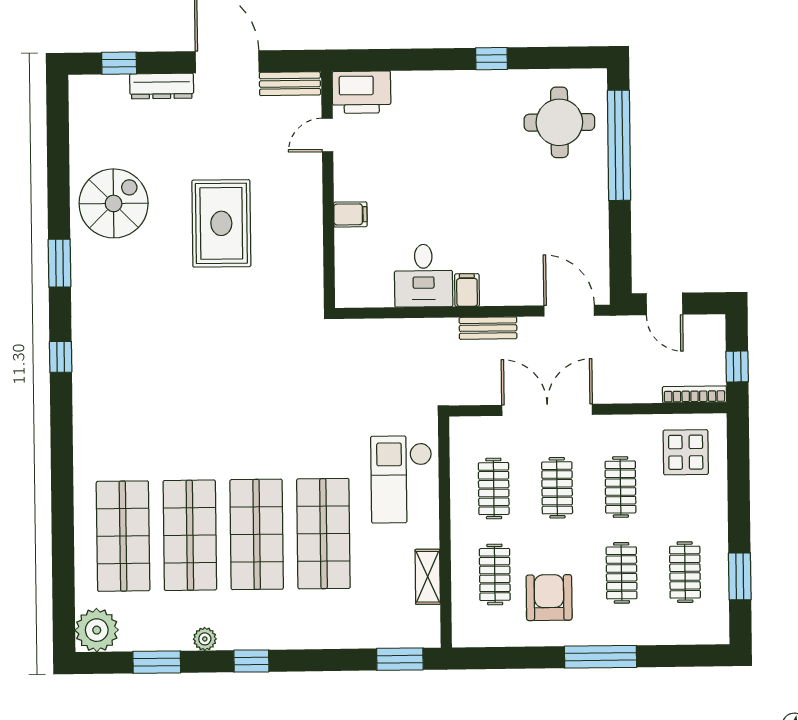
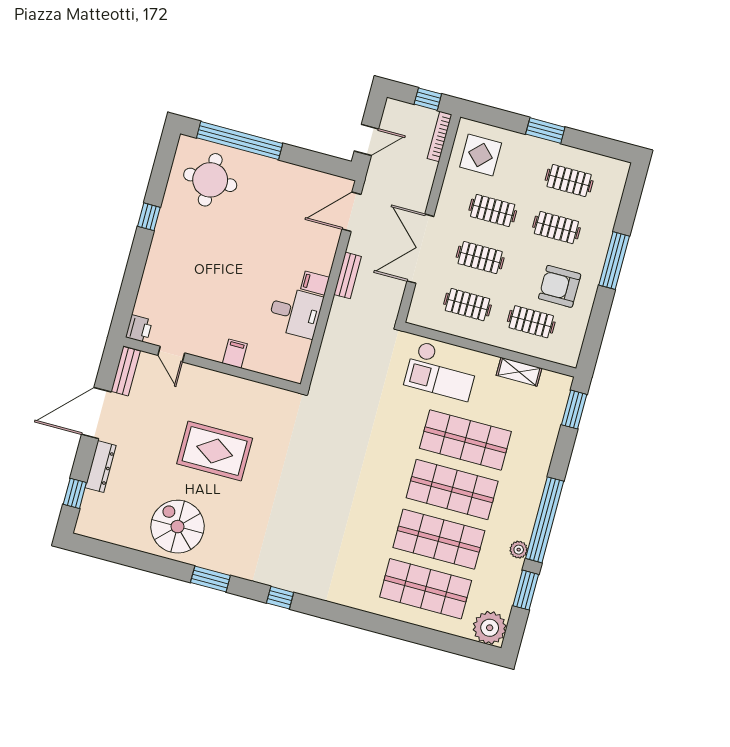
printer: (362, 92) -> (139, 329), width x0.53, depth x0.68
window: (740, 576) -> (545, 131), moved
window: (251, 661) -> (545, 520), width x3.17

